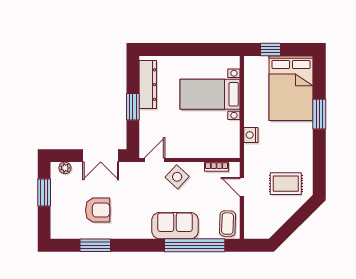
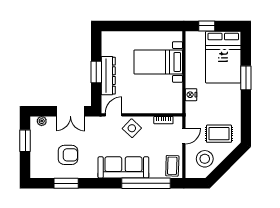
dresser: (148, 85) -> (108, 76), moved
door: (242, 187) -> (184, 136), swing flipped
stool: (268, 215) -> (205, 159), added
sofa: (175, 226) -> (123, 167), width x1.36

